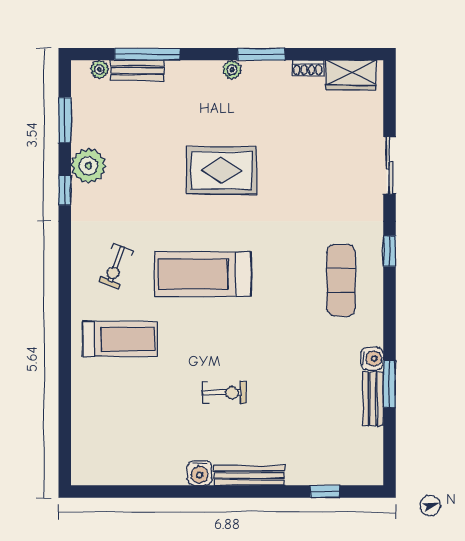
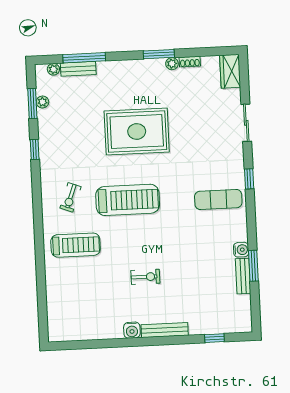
plant: (232, 70) -> (172, 64), moved
wardrobe: (351, 75) -> (230, 71), moved, turned 90
plant: (88, 166) -> (42, 102), moved, width x0.53, depth x0.53
rug: (222, 170) -> (137, 131), width x1.37, depth x1.44
treadmill: (203, 274) -> (128, 200), turned 180
exercise mat: (341, 280) -> (218, 199), turned 90

